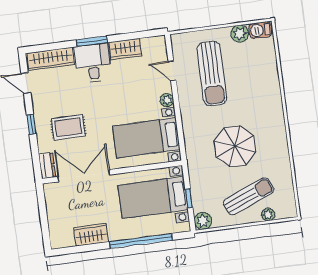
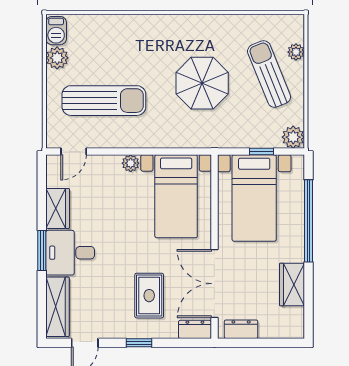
door: (172, 71) -> (74, 152), moved
dresser: (52, 200) -> (241, 329), added

